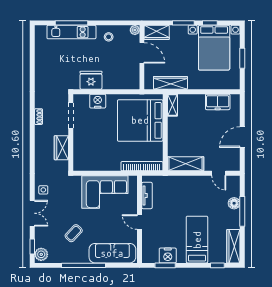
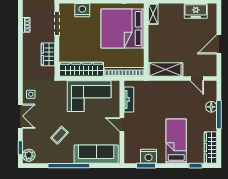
wardrobe: (97, 163) -> (81, 69), added

